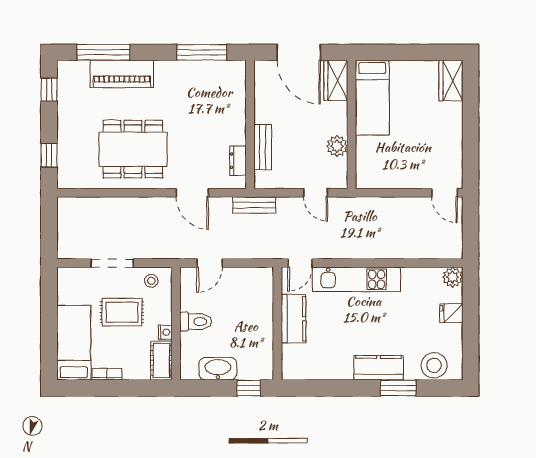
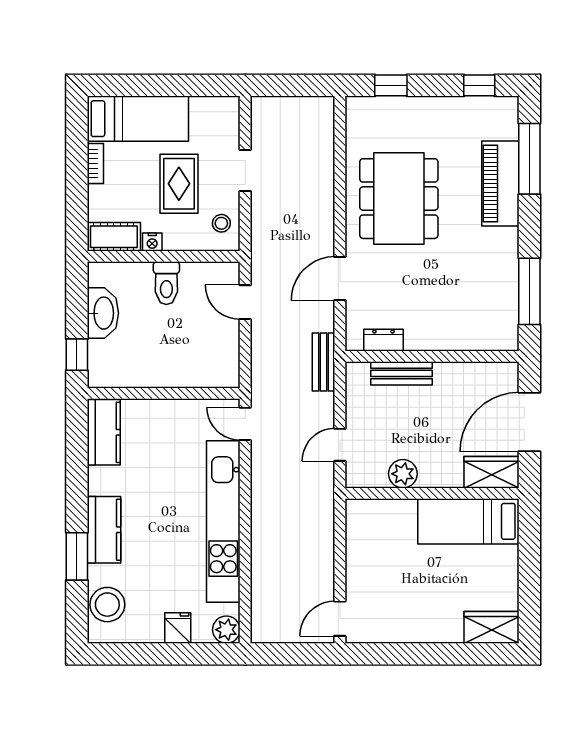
doorway: (112, 263) -> (245, 171), width x0.73
kitchen unit: (356, 279) -> (223, 521), width x1.36
kitchen counter: (293, 319) -> (104, 432), moved, turned -90

